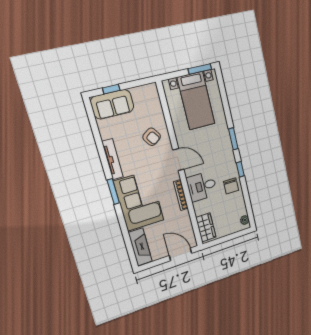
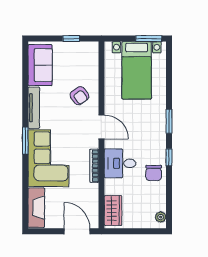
window: (111, 89) -> (71, 39), moved
sofa: (112, 104) -> (40, 65), moved, turned -90

